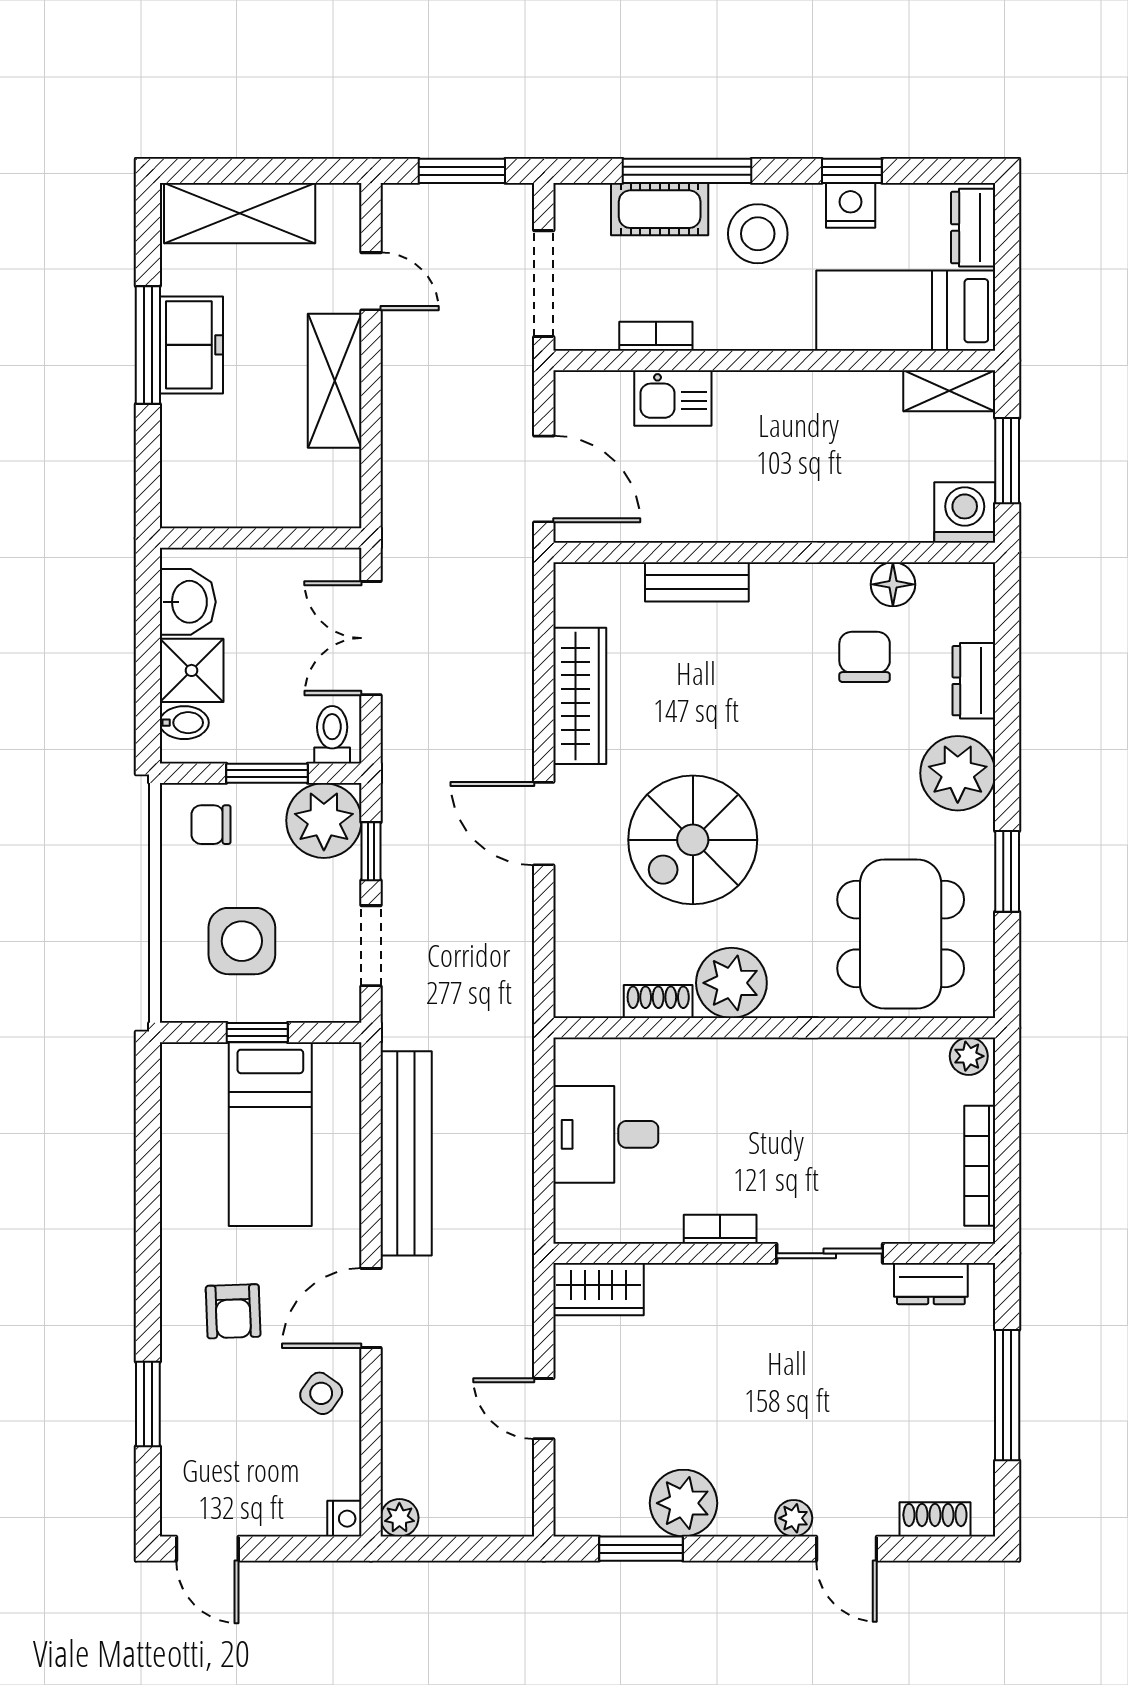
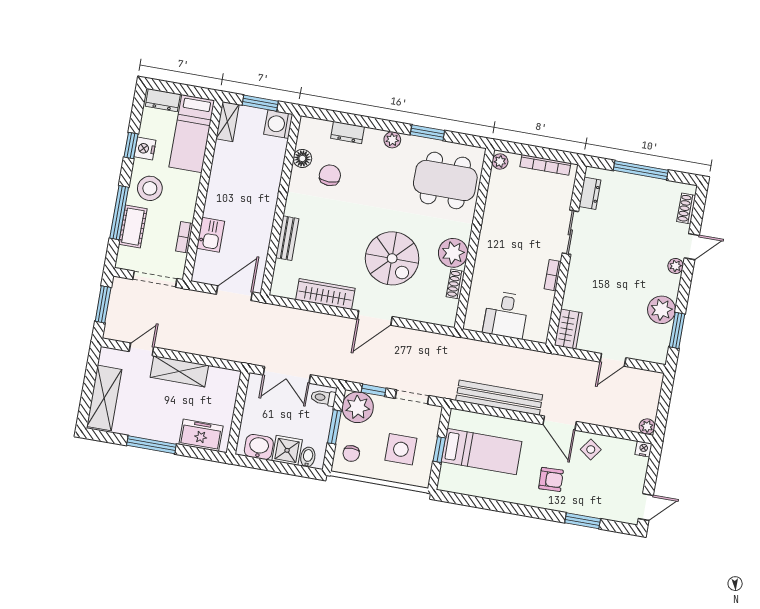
freezer: (191, 345) -> (201, 435), moved
chair: (865, 657) -> (330, 175), turned 90
plant: (958, 773) -> (392, 140), width x0.53, depth x0.53

